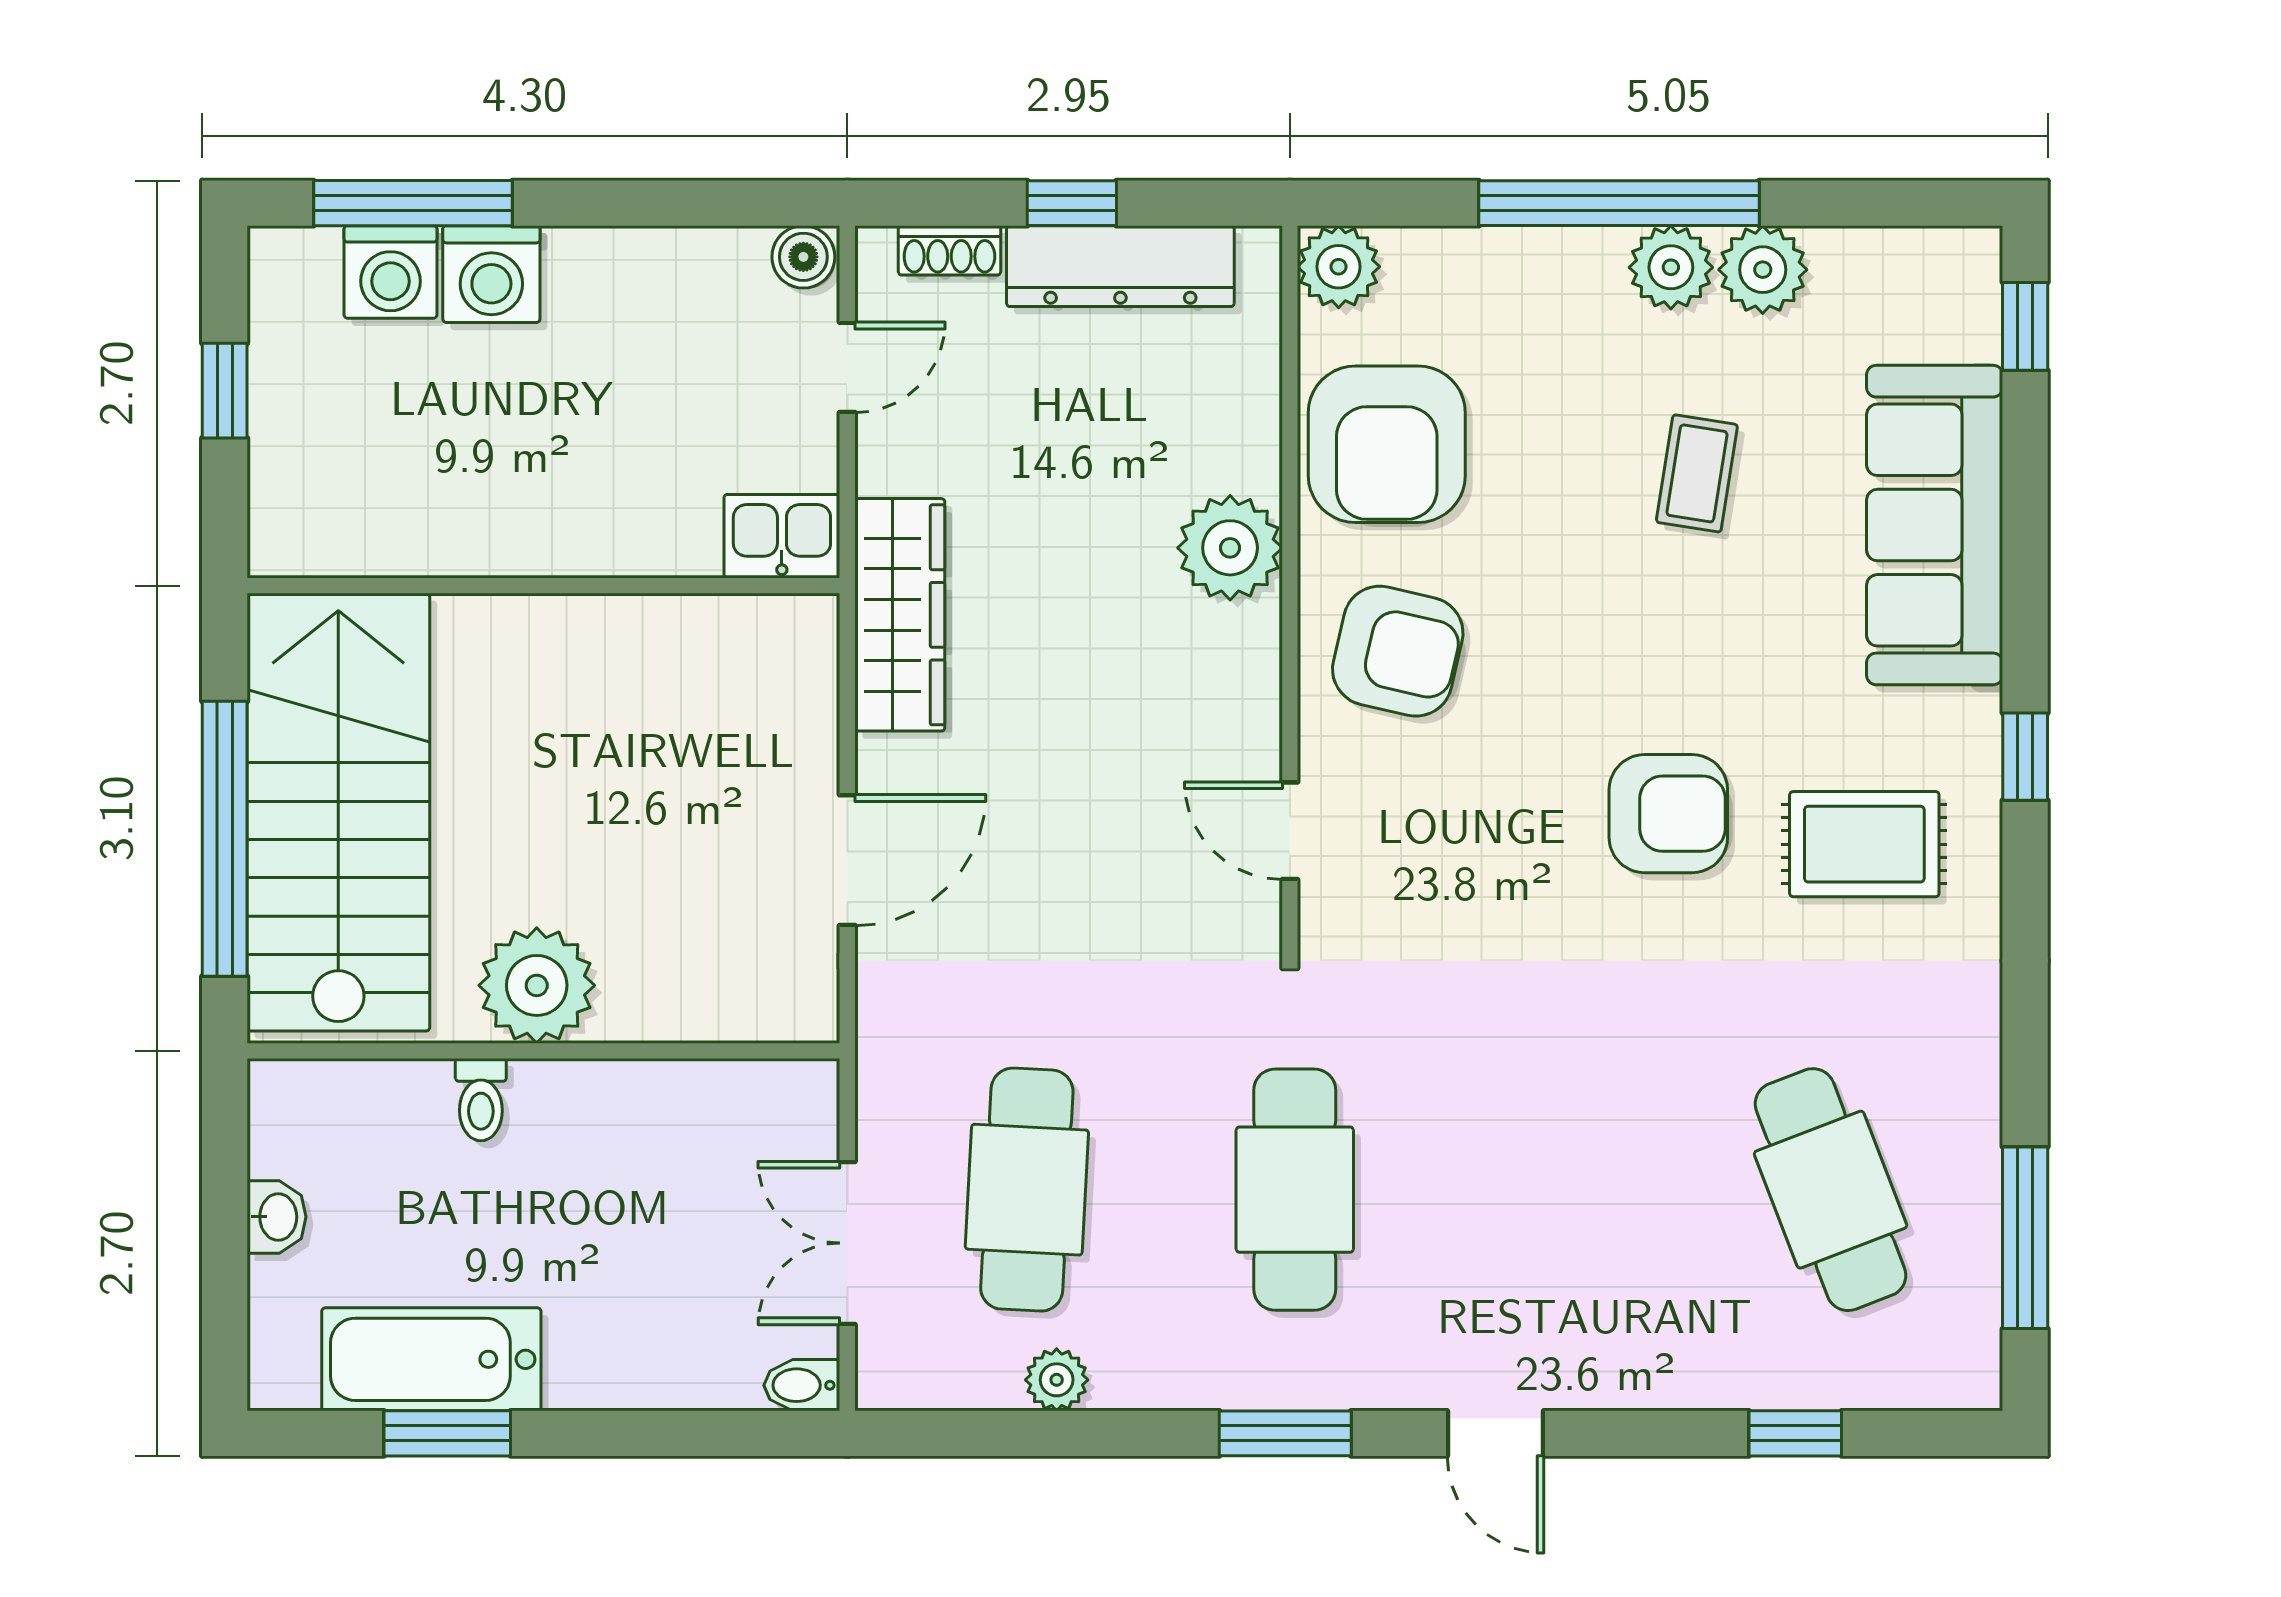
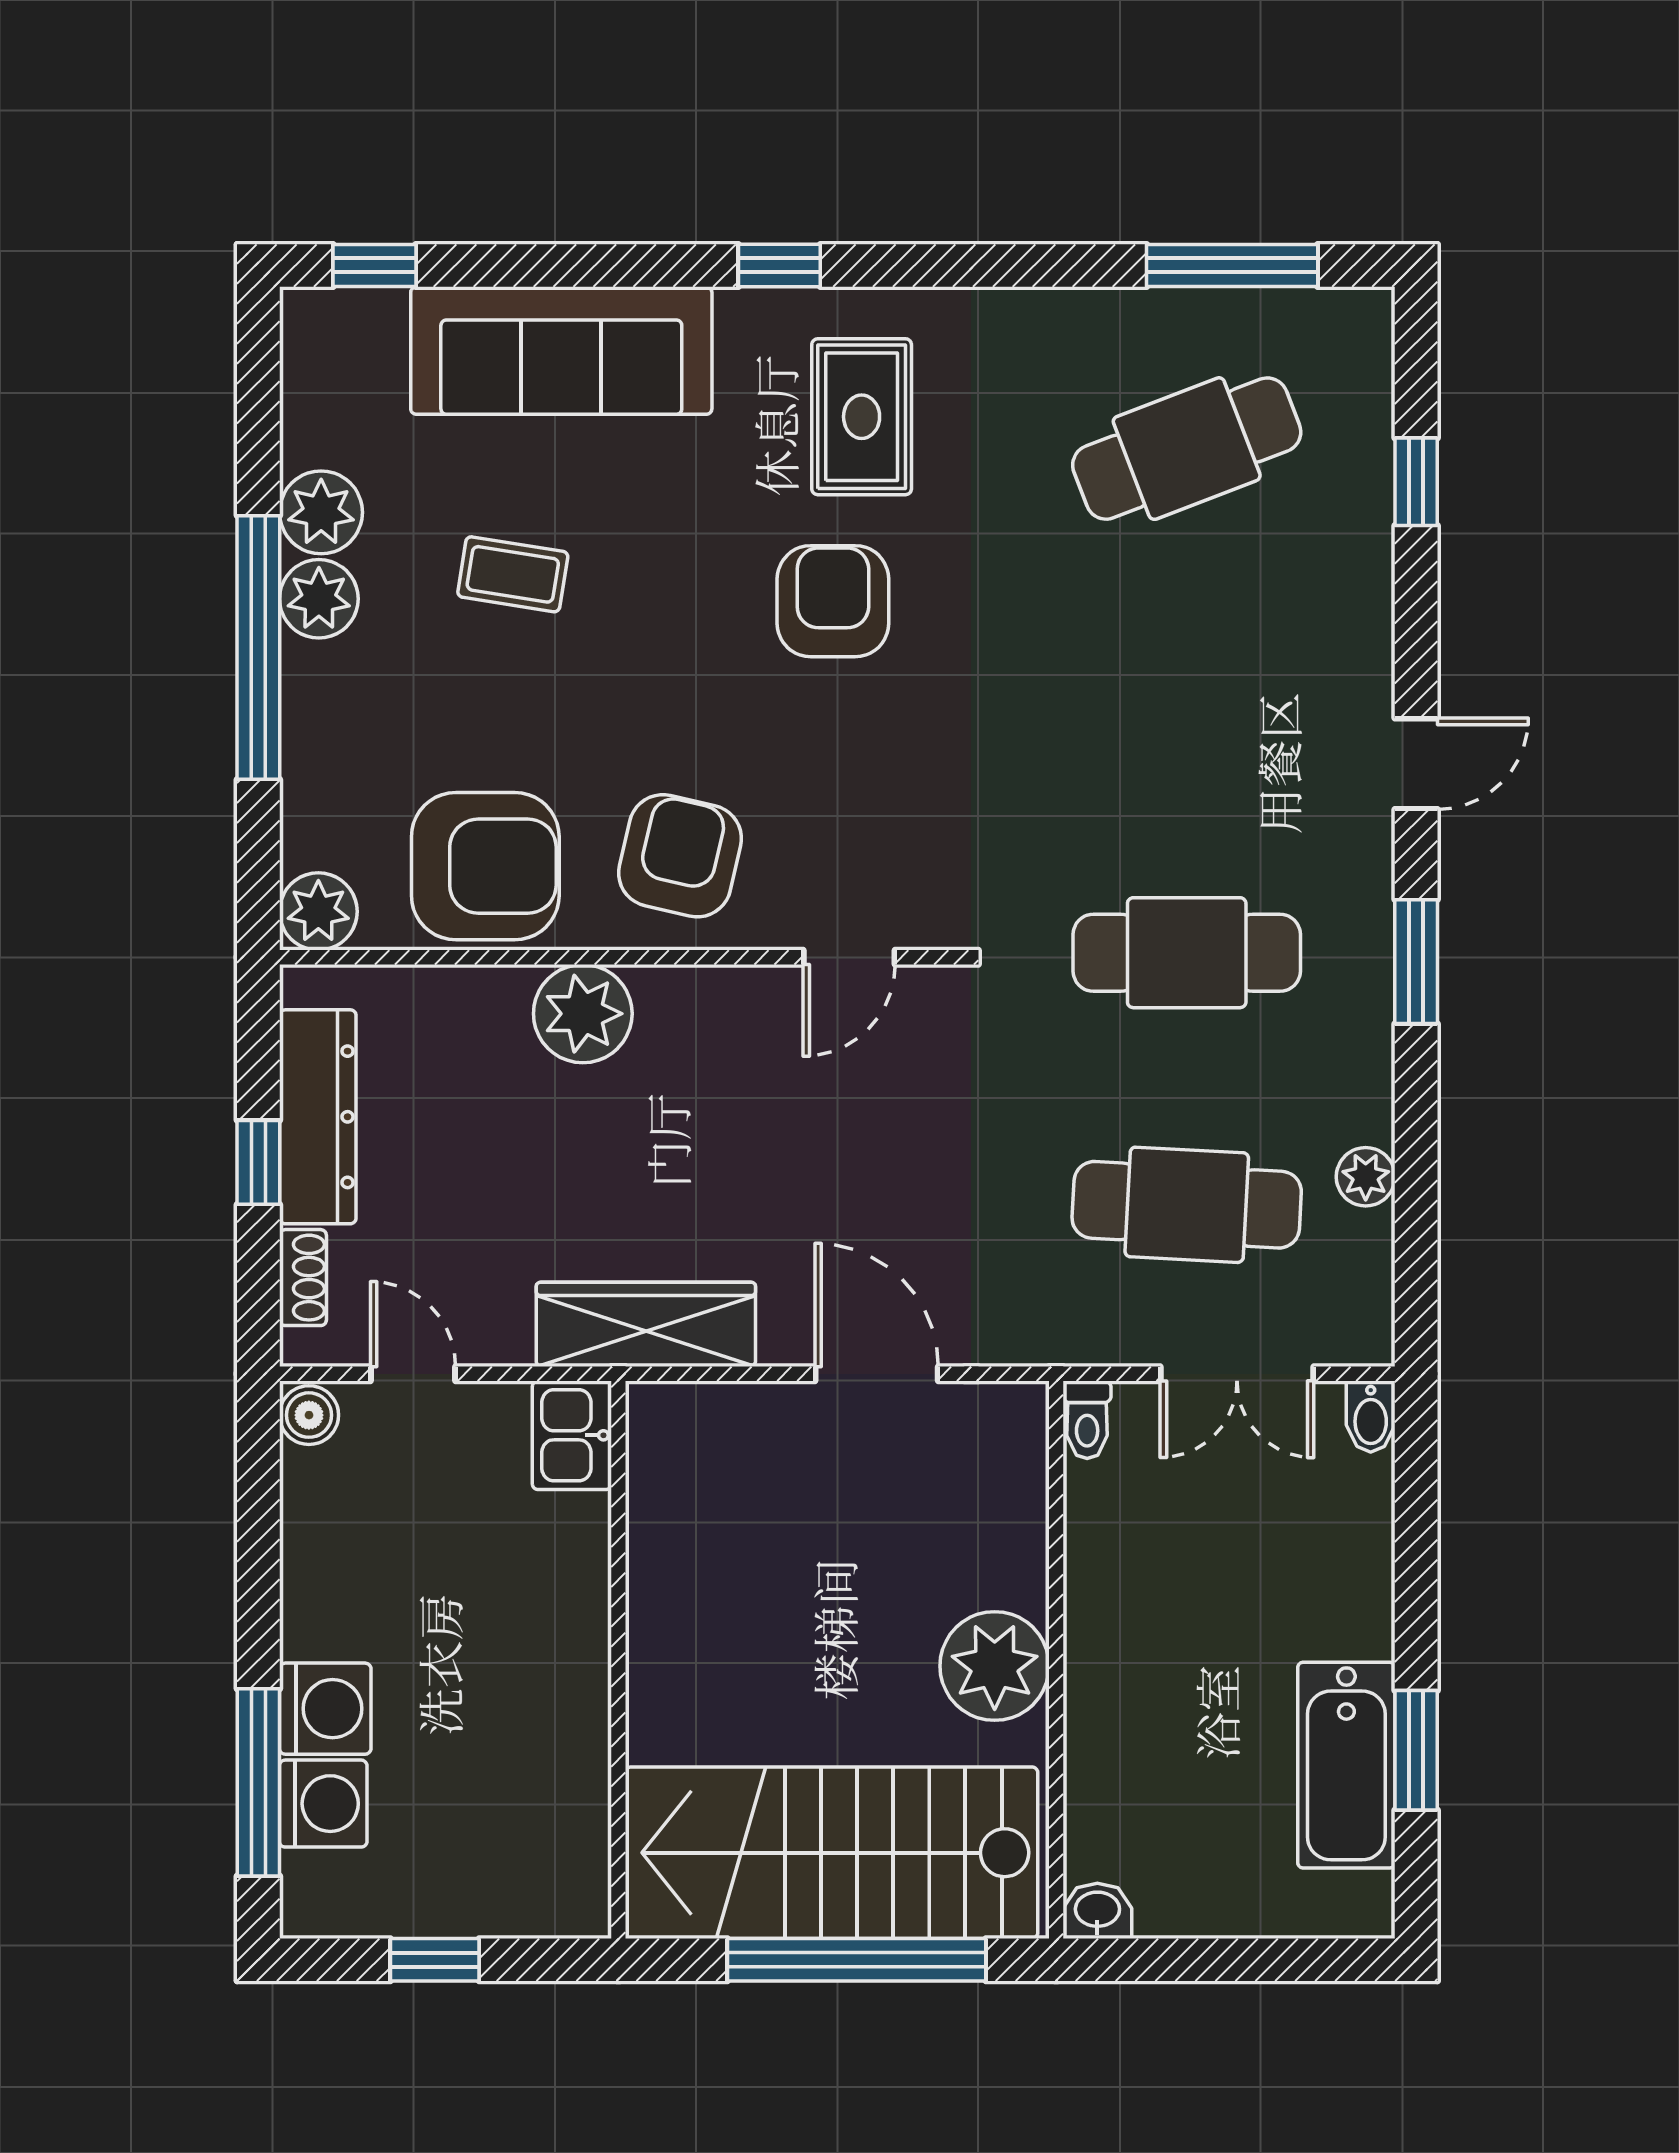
toilet: (481, 1100) -> (1087, 1420), moved, turned 90
washbasin: (277, 1217) -> (1097, 1911), moved

